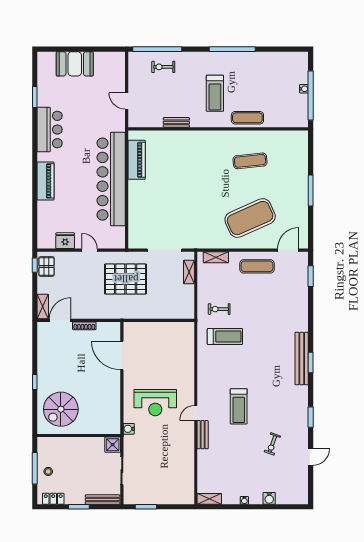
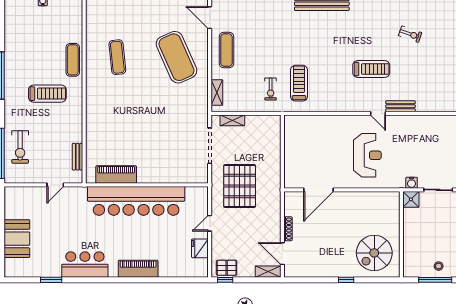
exercise bike: (163, 67) -> (20, 147), width x1.38, depth x1.39
bench: (176, 122) -> (78, 157), moved
spiral stairs: (61, 409) -> (374, 253), turned 90
water cooler: (129, 429) -> (412, 183), moved

